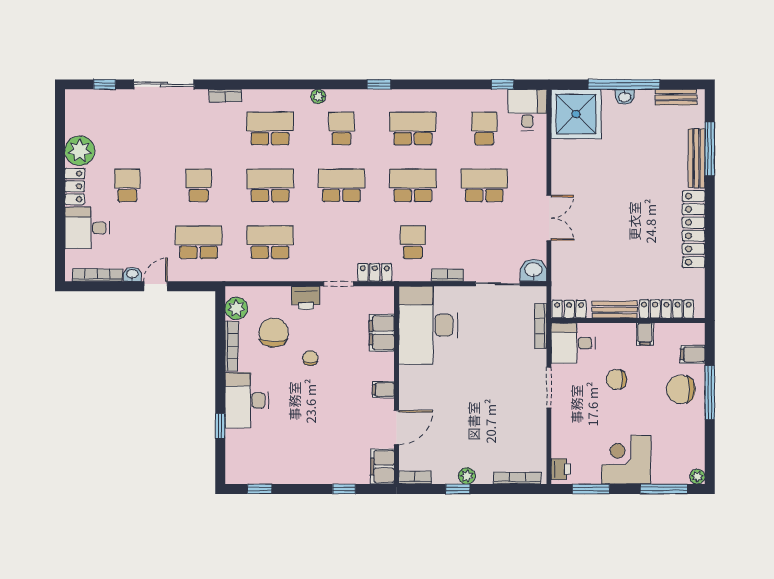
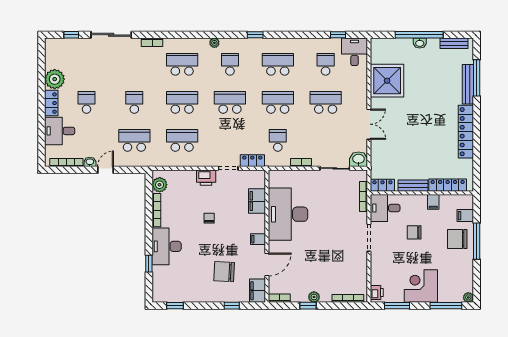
shower: (576, 114) -> (387, 81), moved
desk: (428, 325) -> (288, 214), moved
chair: (274, 333) -> (224, 272), moved, turned -87

